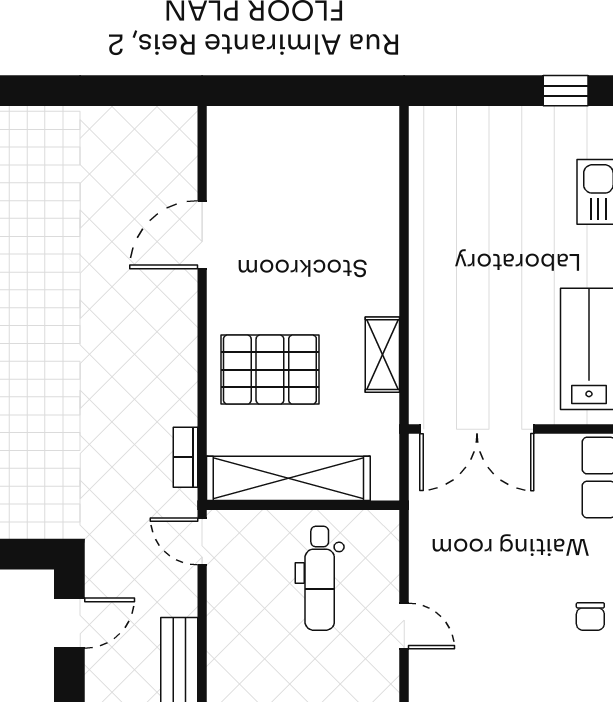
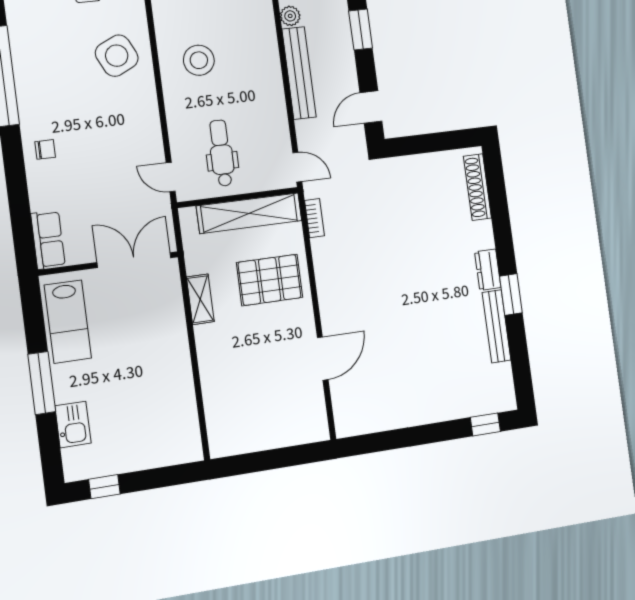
chair: (590, 616) -> (45, 149), turned 90
door: (404, 626) -> (171, 177), moved

